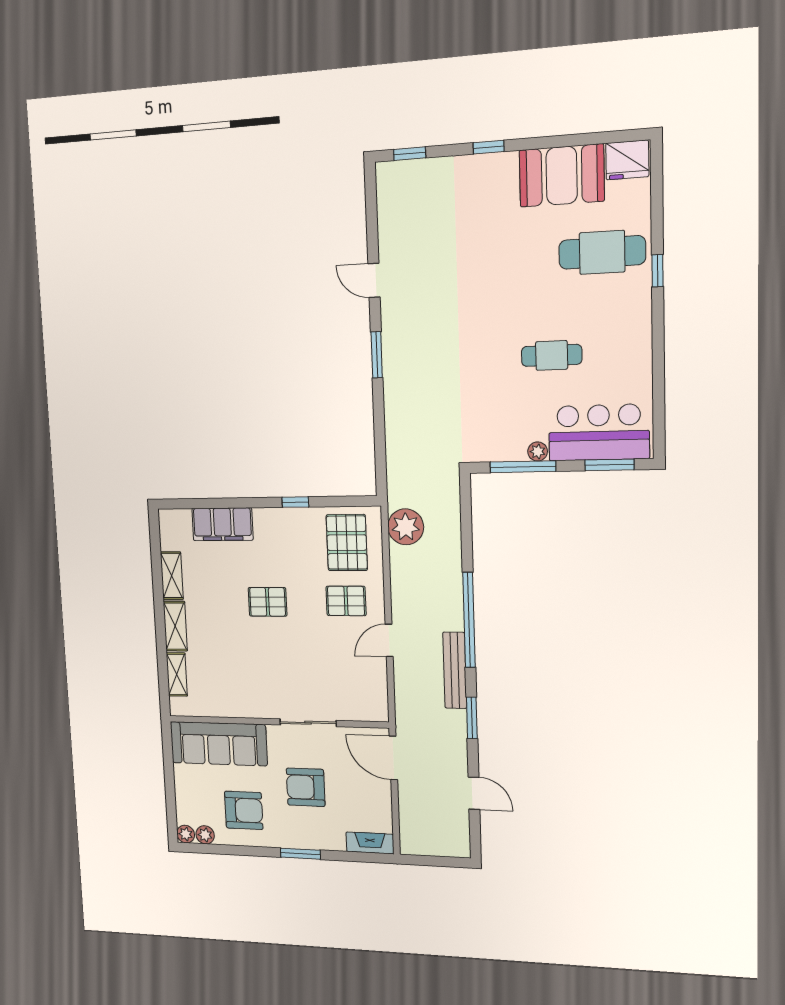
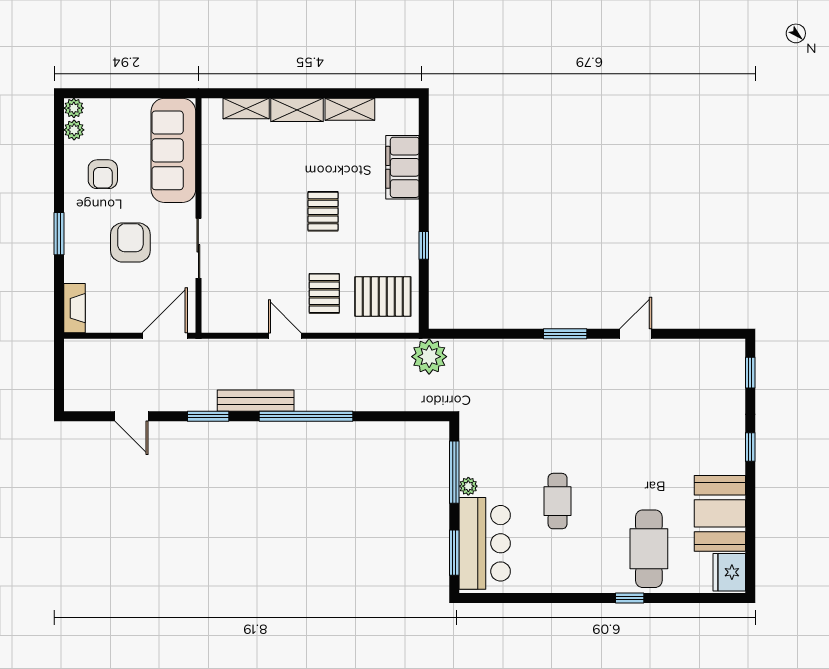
plant: (406, 527) -> (429, 357), moved
door: (474, 793) -> (131, 416), hinge flipped
armchair: (244, 810) -> (103, 174), width x0.72, depth x0.72

